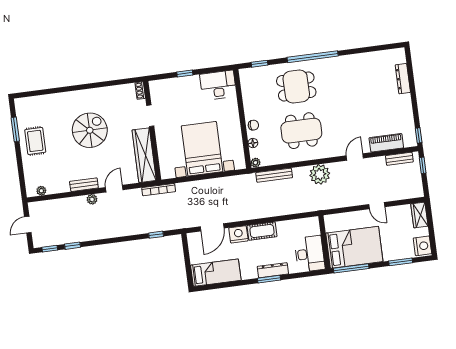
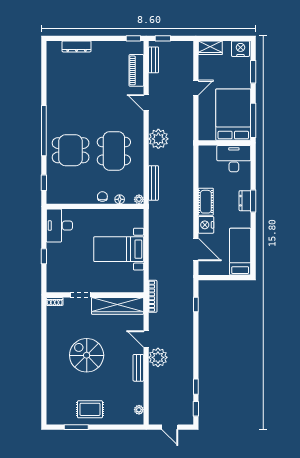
dining table: (296, 86) -> (71, 150), turned 90
bed with nightstands: (202, 149) -> (119, 249), width x0.73
plant: (92, 199) -> (158, 357), width x1.87, depth x1.87
dresser: (273, 270) -> (245, 201), width x0.70

